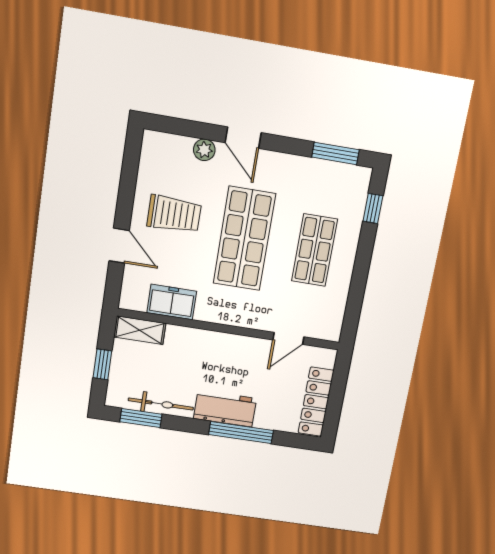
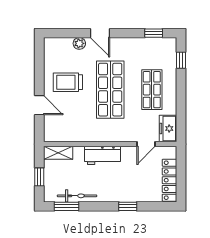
window: (335, 153) -> (154, 33), width x0.67
trolley: (174, 214) -> (68, 82), turned 180
freezer: (172, 302) -> (168, 128), moved, turned -90
workbench: (225, 409) -> (103, 155), moved, turned 180
window: (241, 433) -> (128, 206), width x0.46

